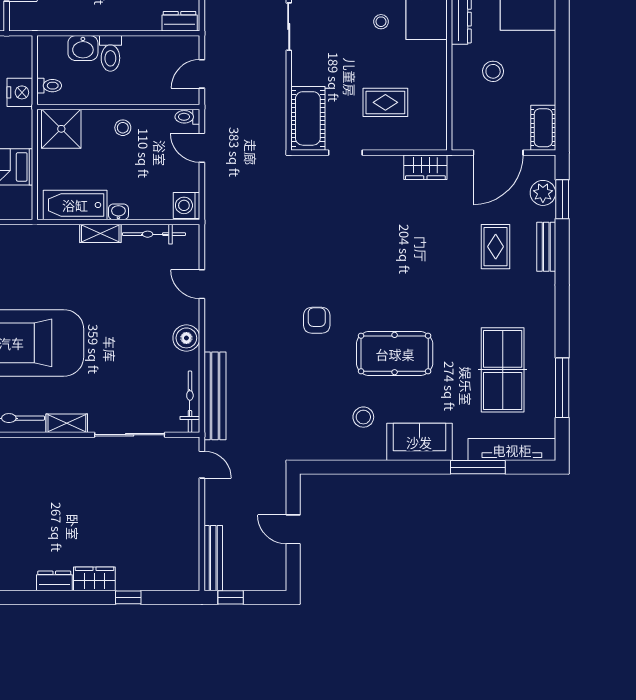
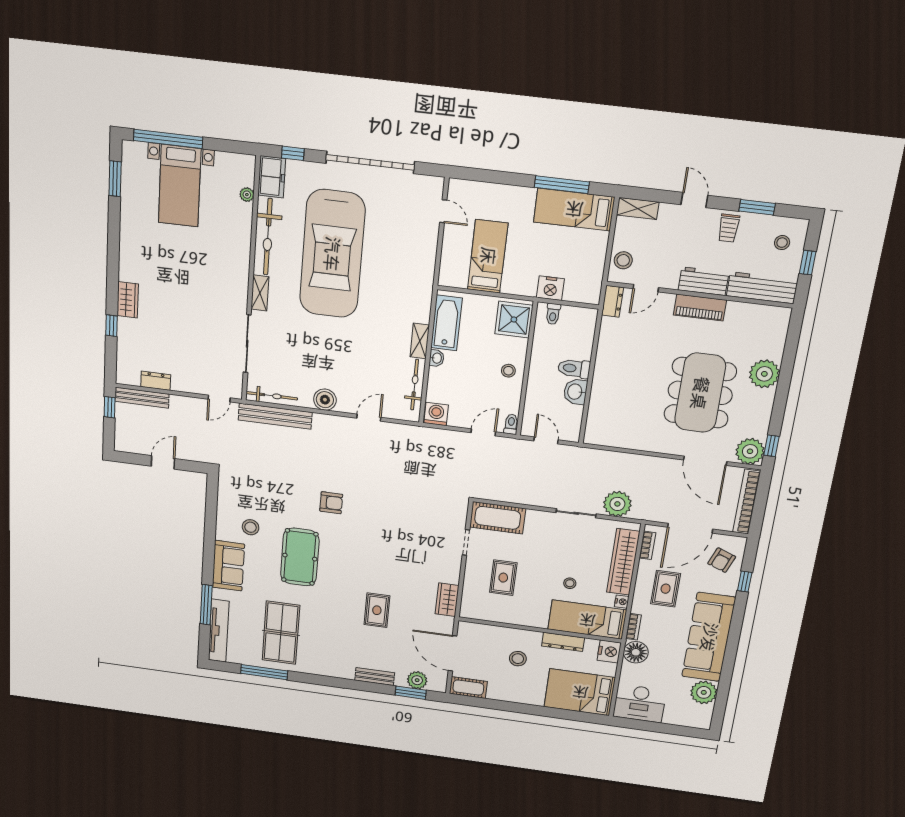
dresser: (180, 21) -> (613, 301), moved
washbasin: (83, 48) -> (575, 392), moved
rug: (496, 247) -> (377, 610), moved, turned 90
table tennis table: (503, 370) -> (281, 633), turned 90
dresser: (54, 581) -> (156, 381), moved, turned -90

